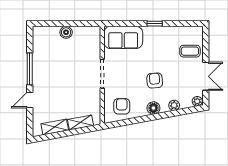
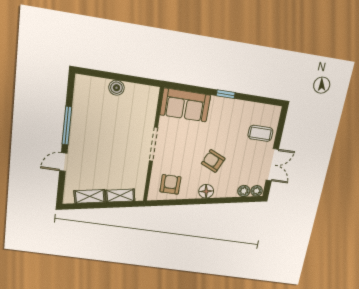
armchair: (155, 81) -> (213, 161), turned -61
plant: (174, 105) -> (244, 191), moved

